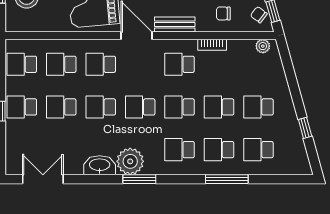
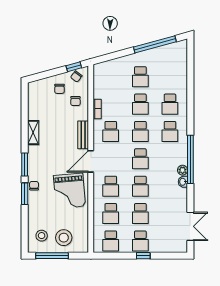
plant: (263, 46) -> (98, 74), removed
window: (305, 128) -> (155, 44), width x3.17
school desk: (258, 150) -> (170, 77), removed
plant: (130, 161) -> (183, 170), width x0.53, depth x0.53
washbasin: (100, 165) -> (183, 182), width x0.52, depth x0.69
double door: (43, 179) -> (190, 226), swing flipped
window: (139, 179) -> (190, 159), width x2.11
window: (227, 179) -> (190, 99), removed

